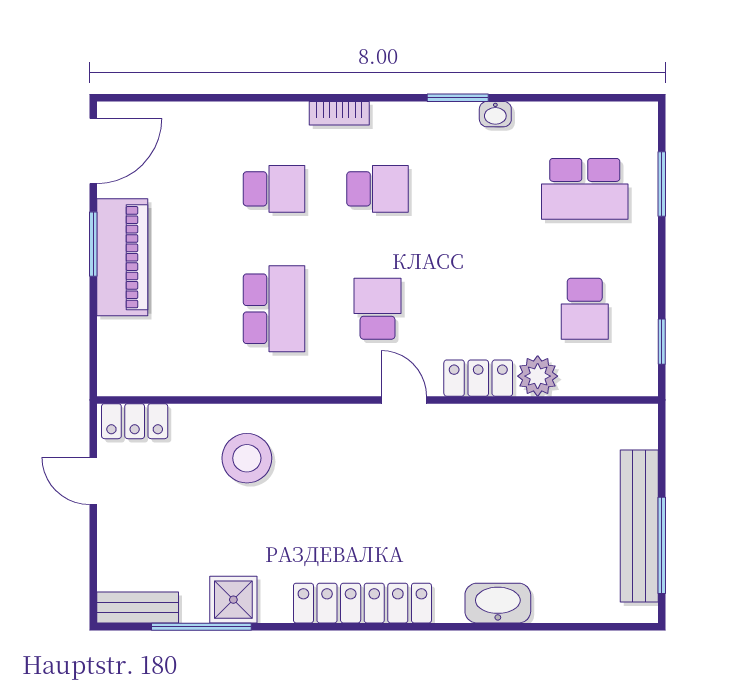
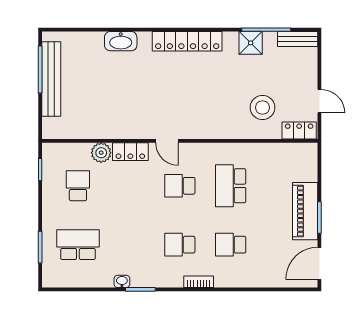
school desk: (378, 309) -> (180, 186), turned 90
stool: (247, 458) -> (262, 107), moved

